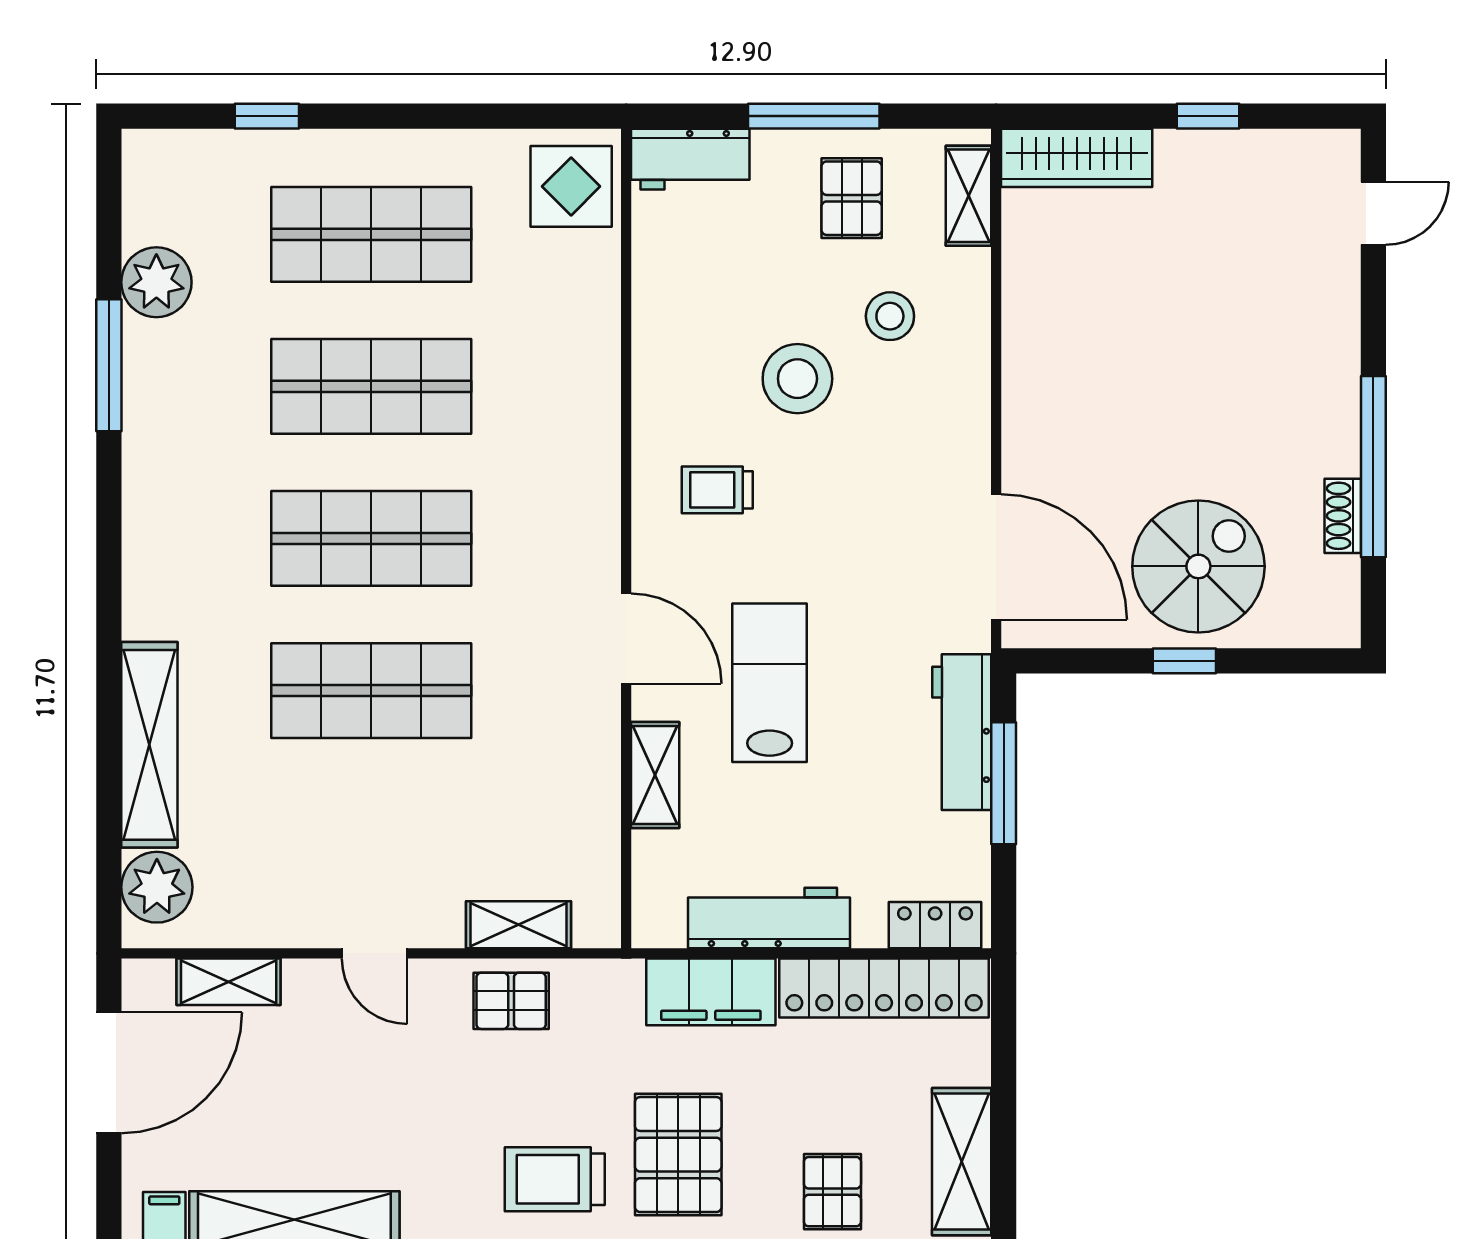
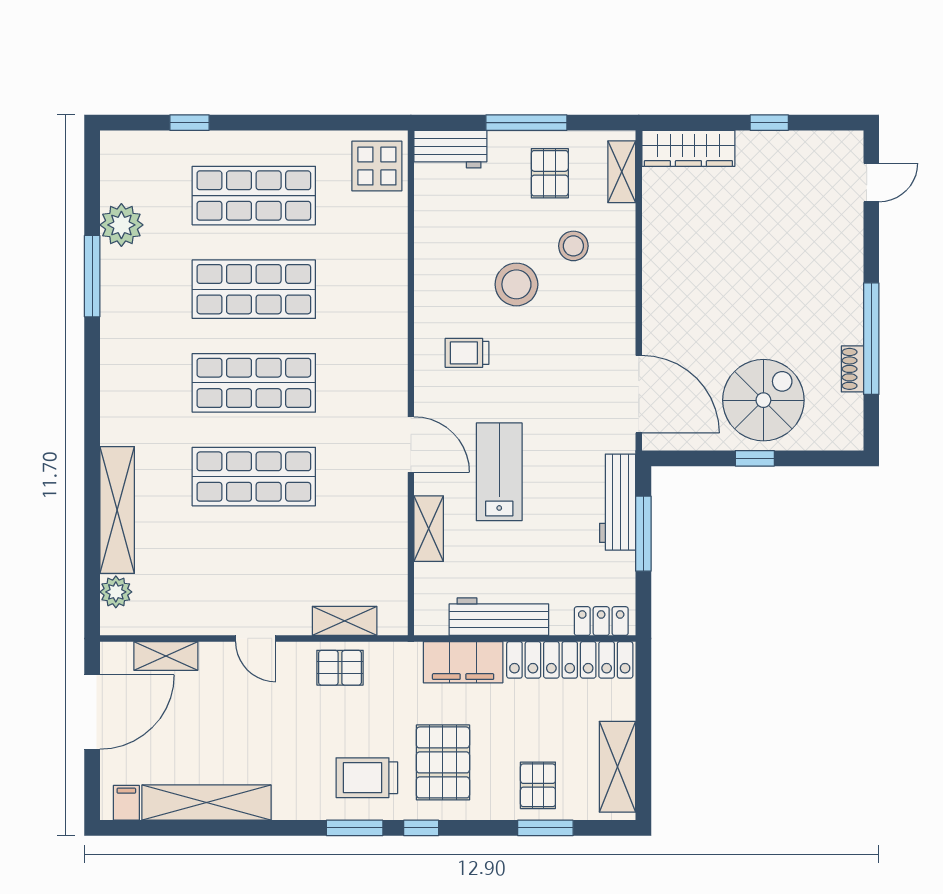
plant: (157, 887) -> (116, 592), width x0.73, depth x0.73

